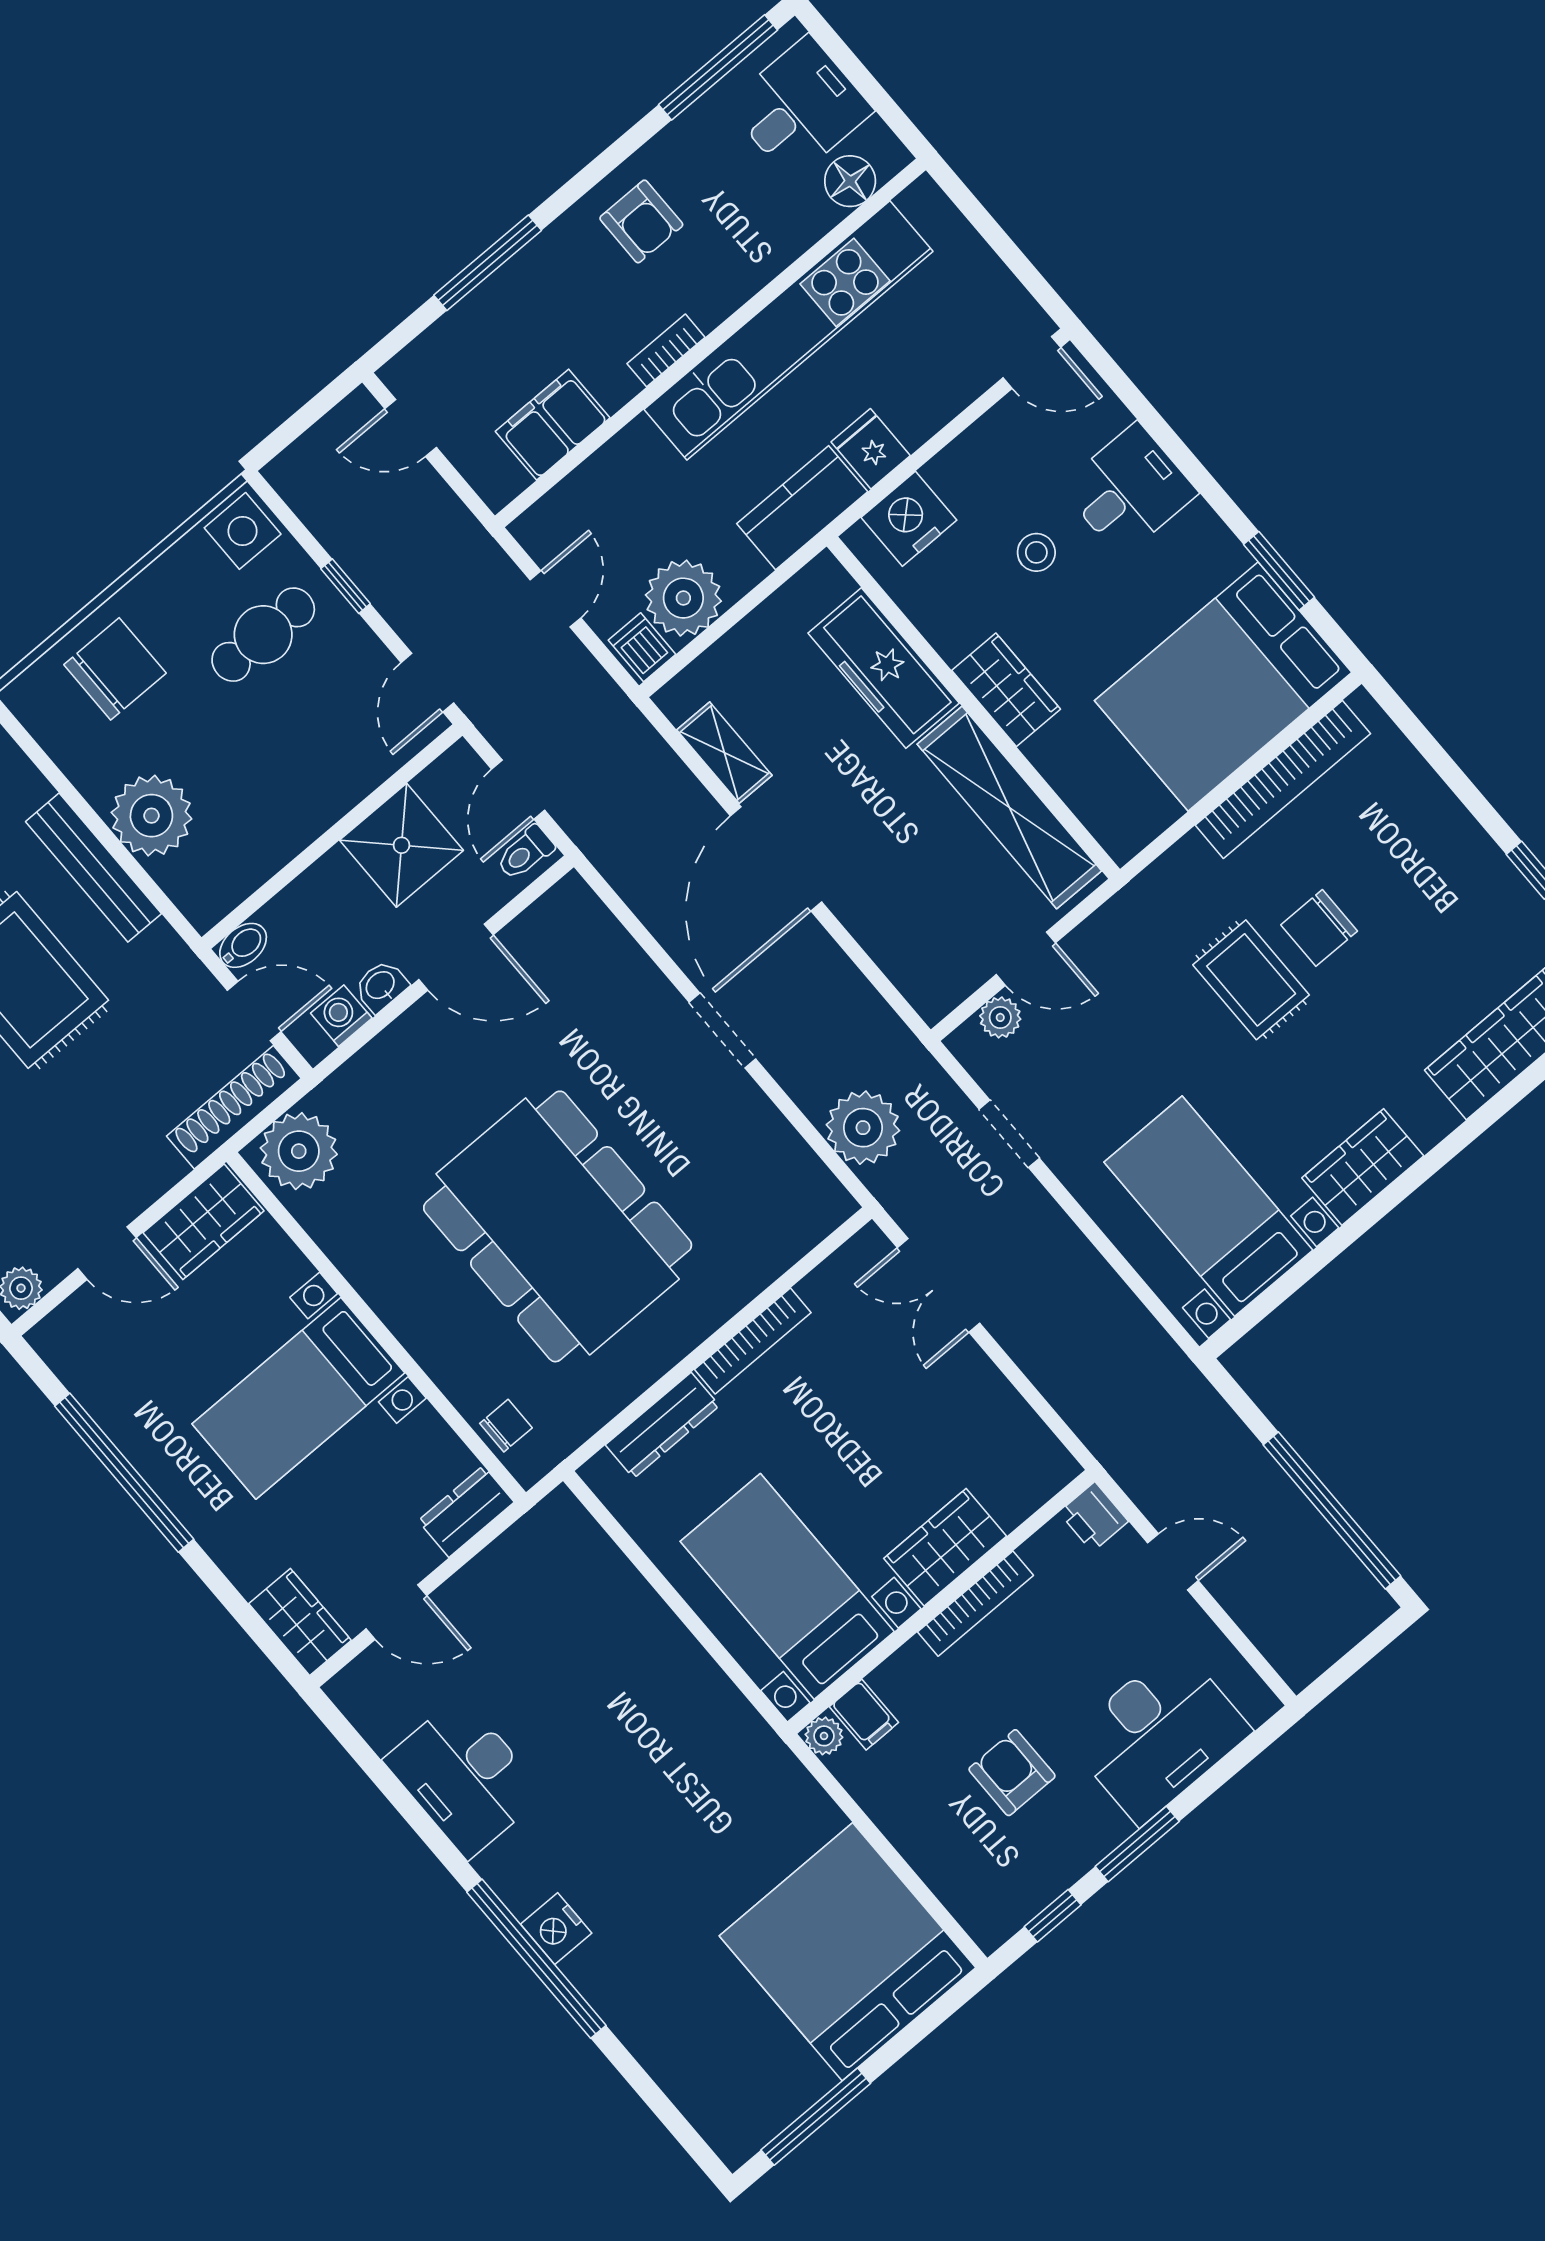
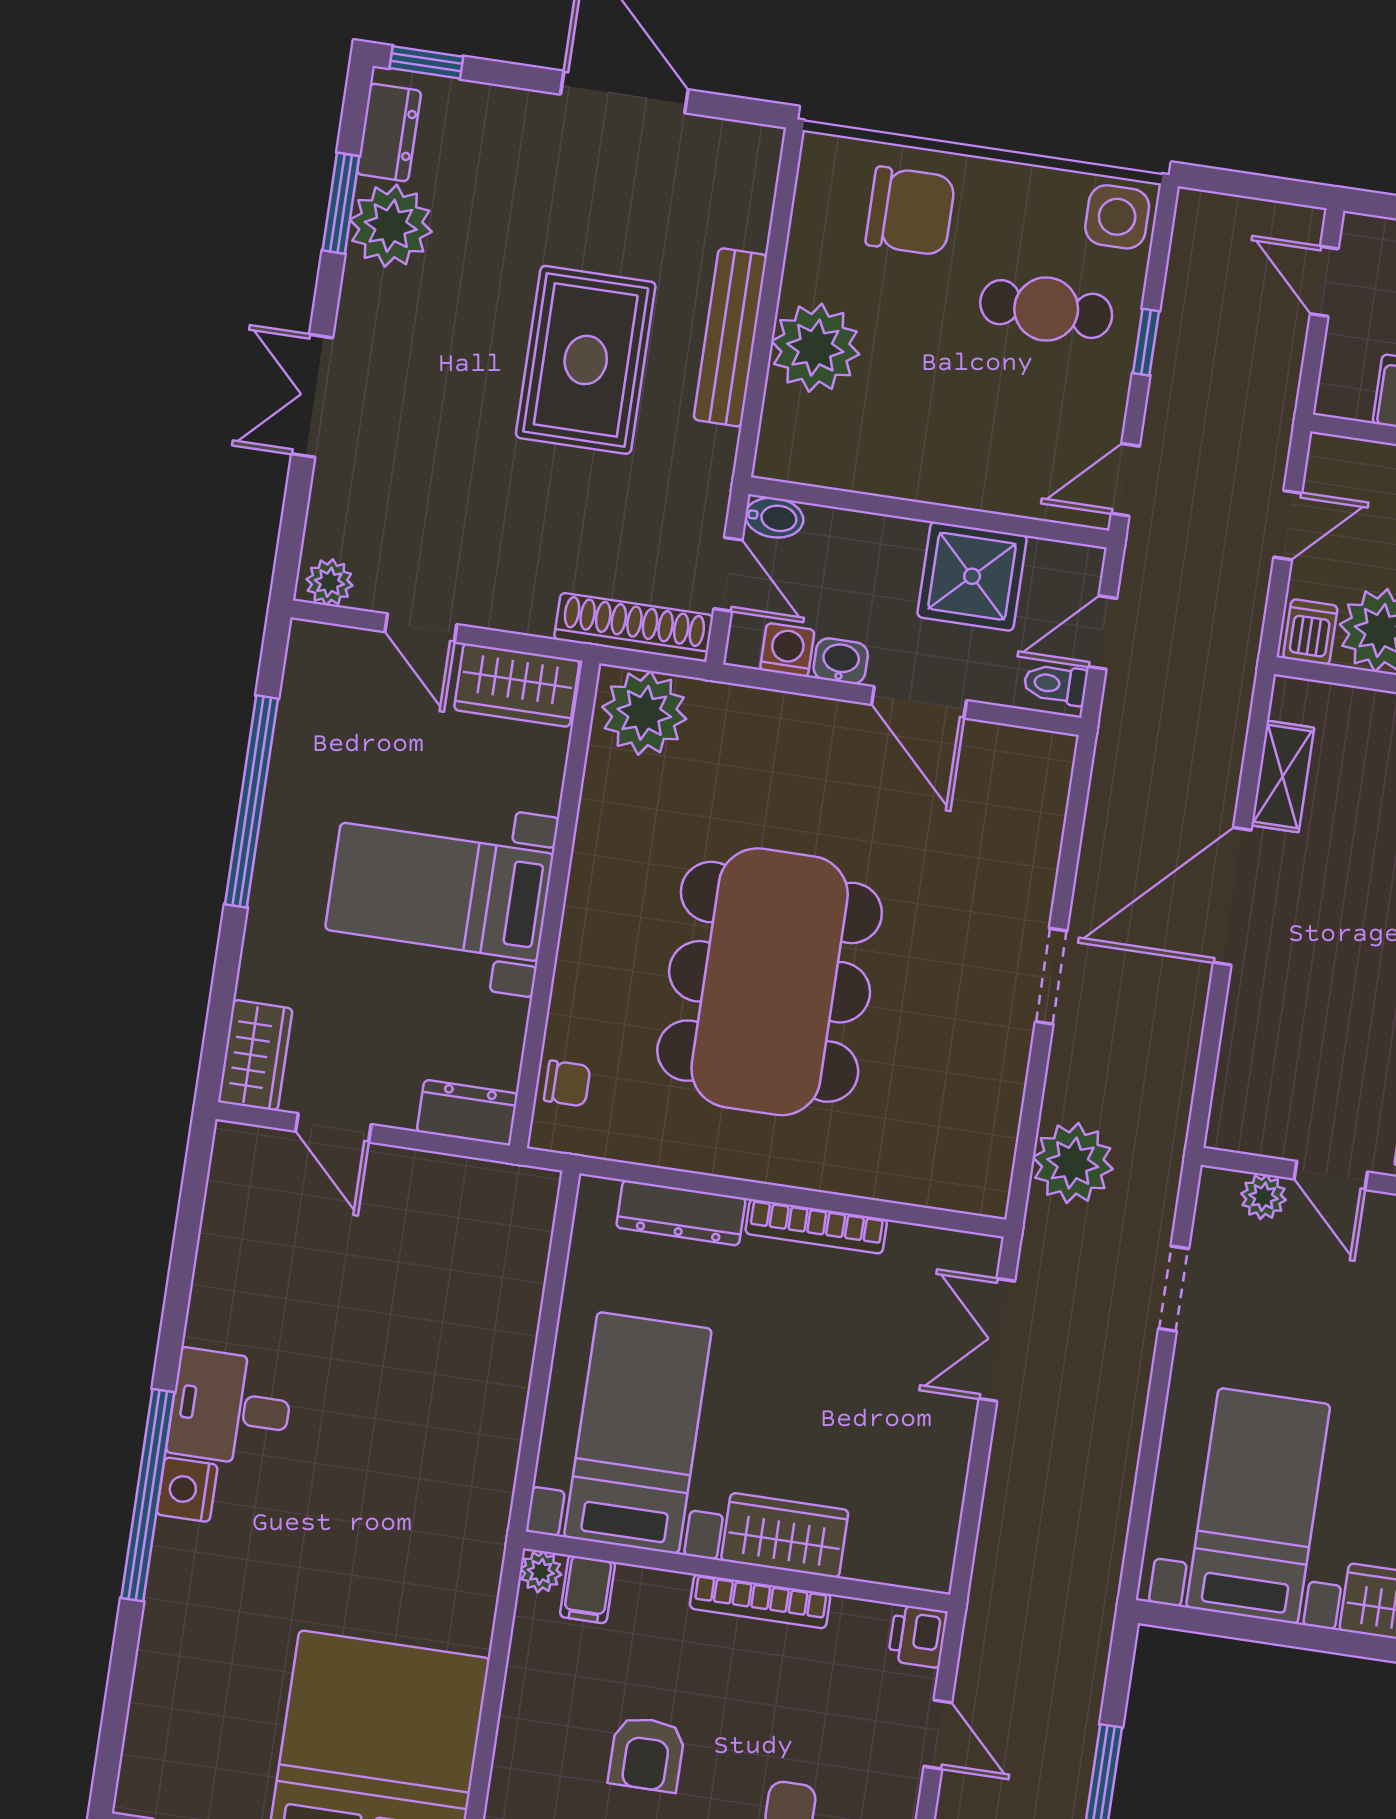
armchair: (1012, 1773) -> (647, 1754), turned 180
desk: (464, 1777) -> (231, 1408), moved, width x0.73

